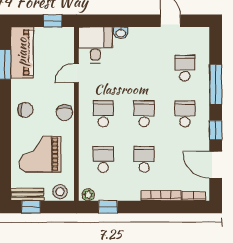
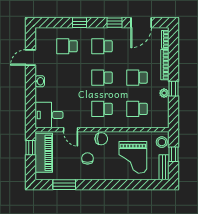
washbasin: (121, 33) -> (40, 81), moved
piano: (22, 52) -> (44, 153), moved, turned 90
window: (216, 85) -> (79, 23), width x0.46
chair: (25, 110) -> (87, 158), moved
plant: (88, 195) -> (164, 93), moved
window: (31, 207) -> (173, 154), moved
window: (108, 207) -> (173, 89), moved

